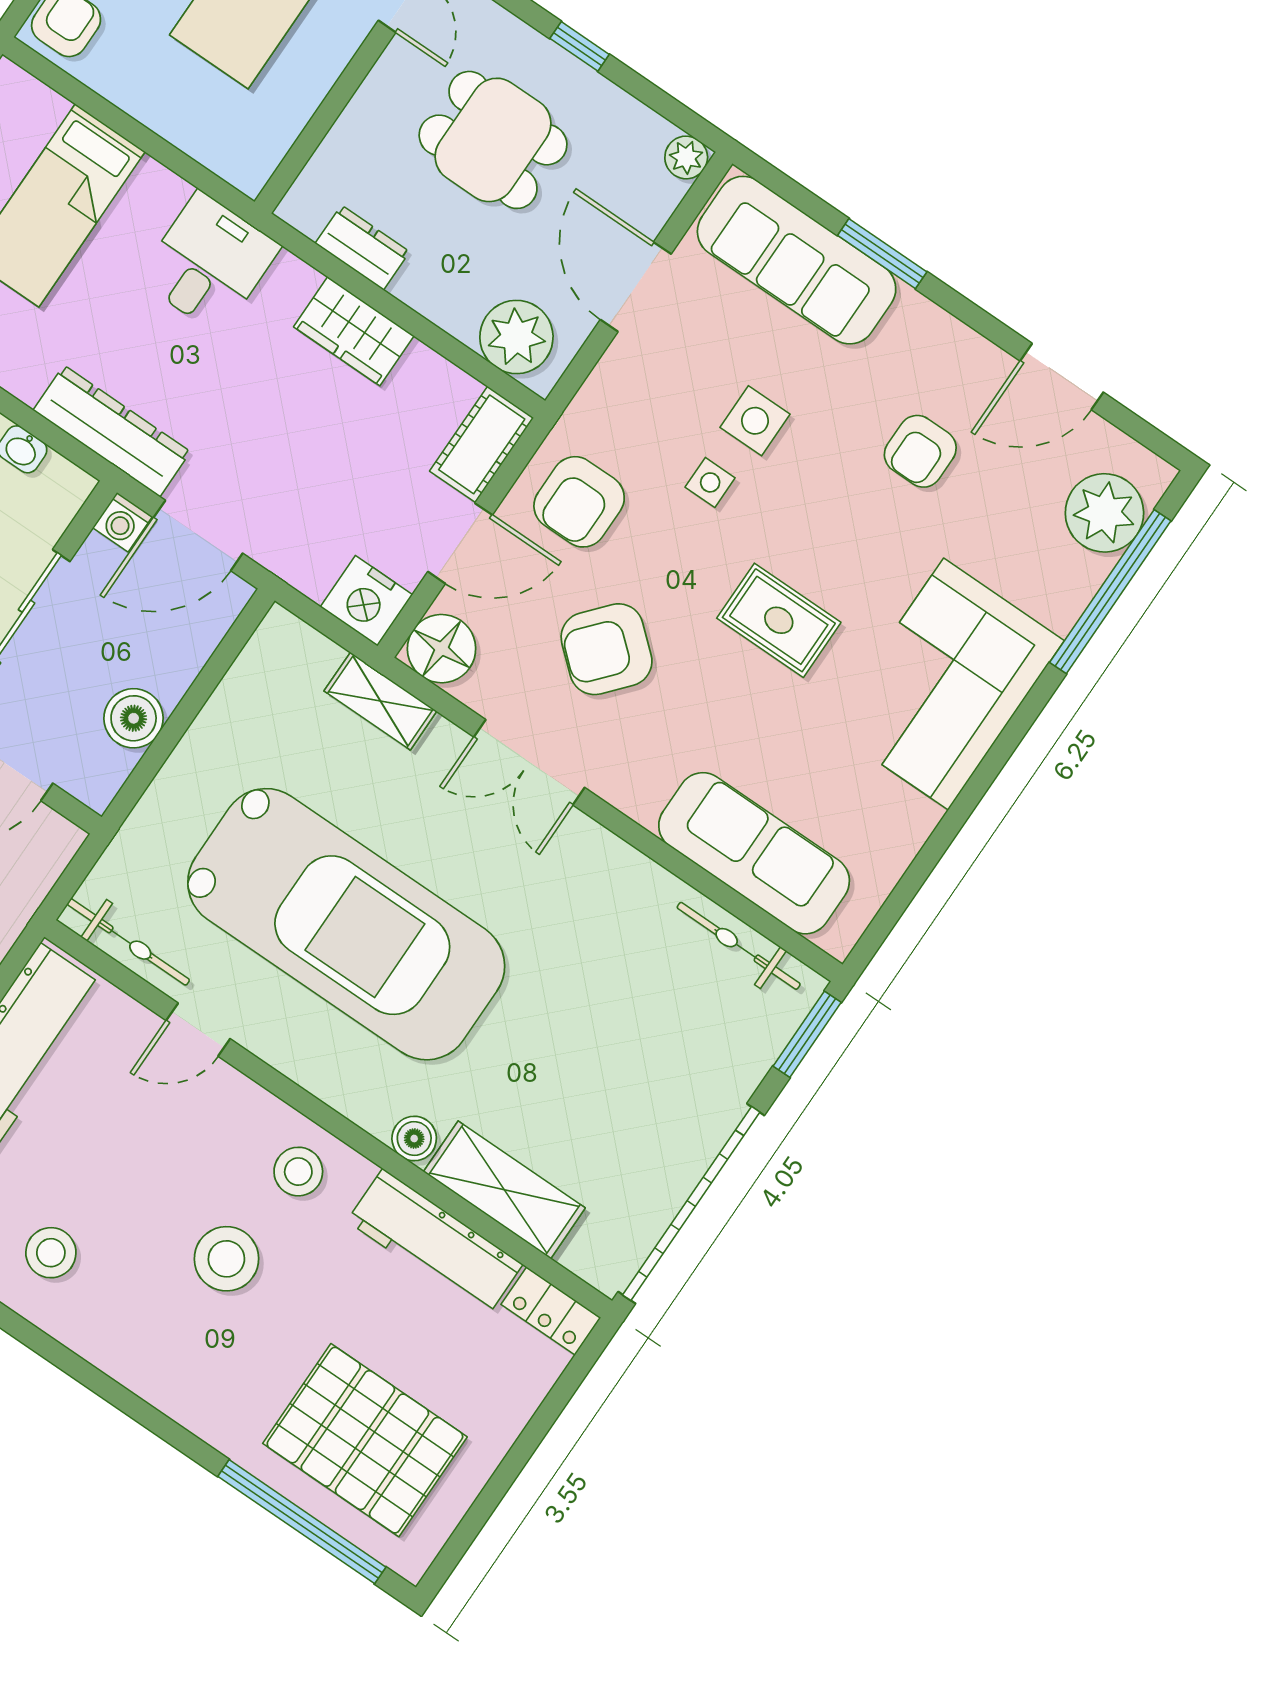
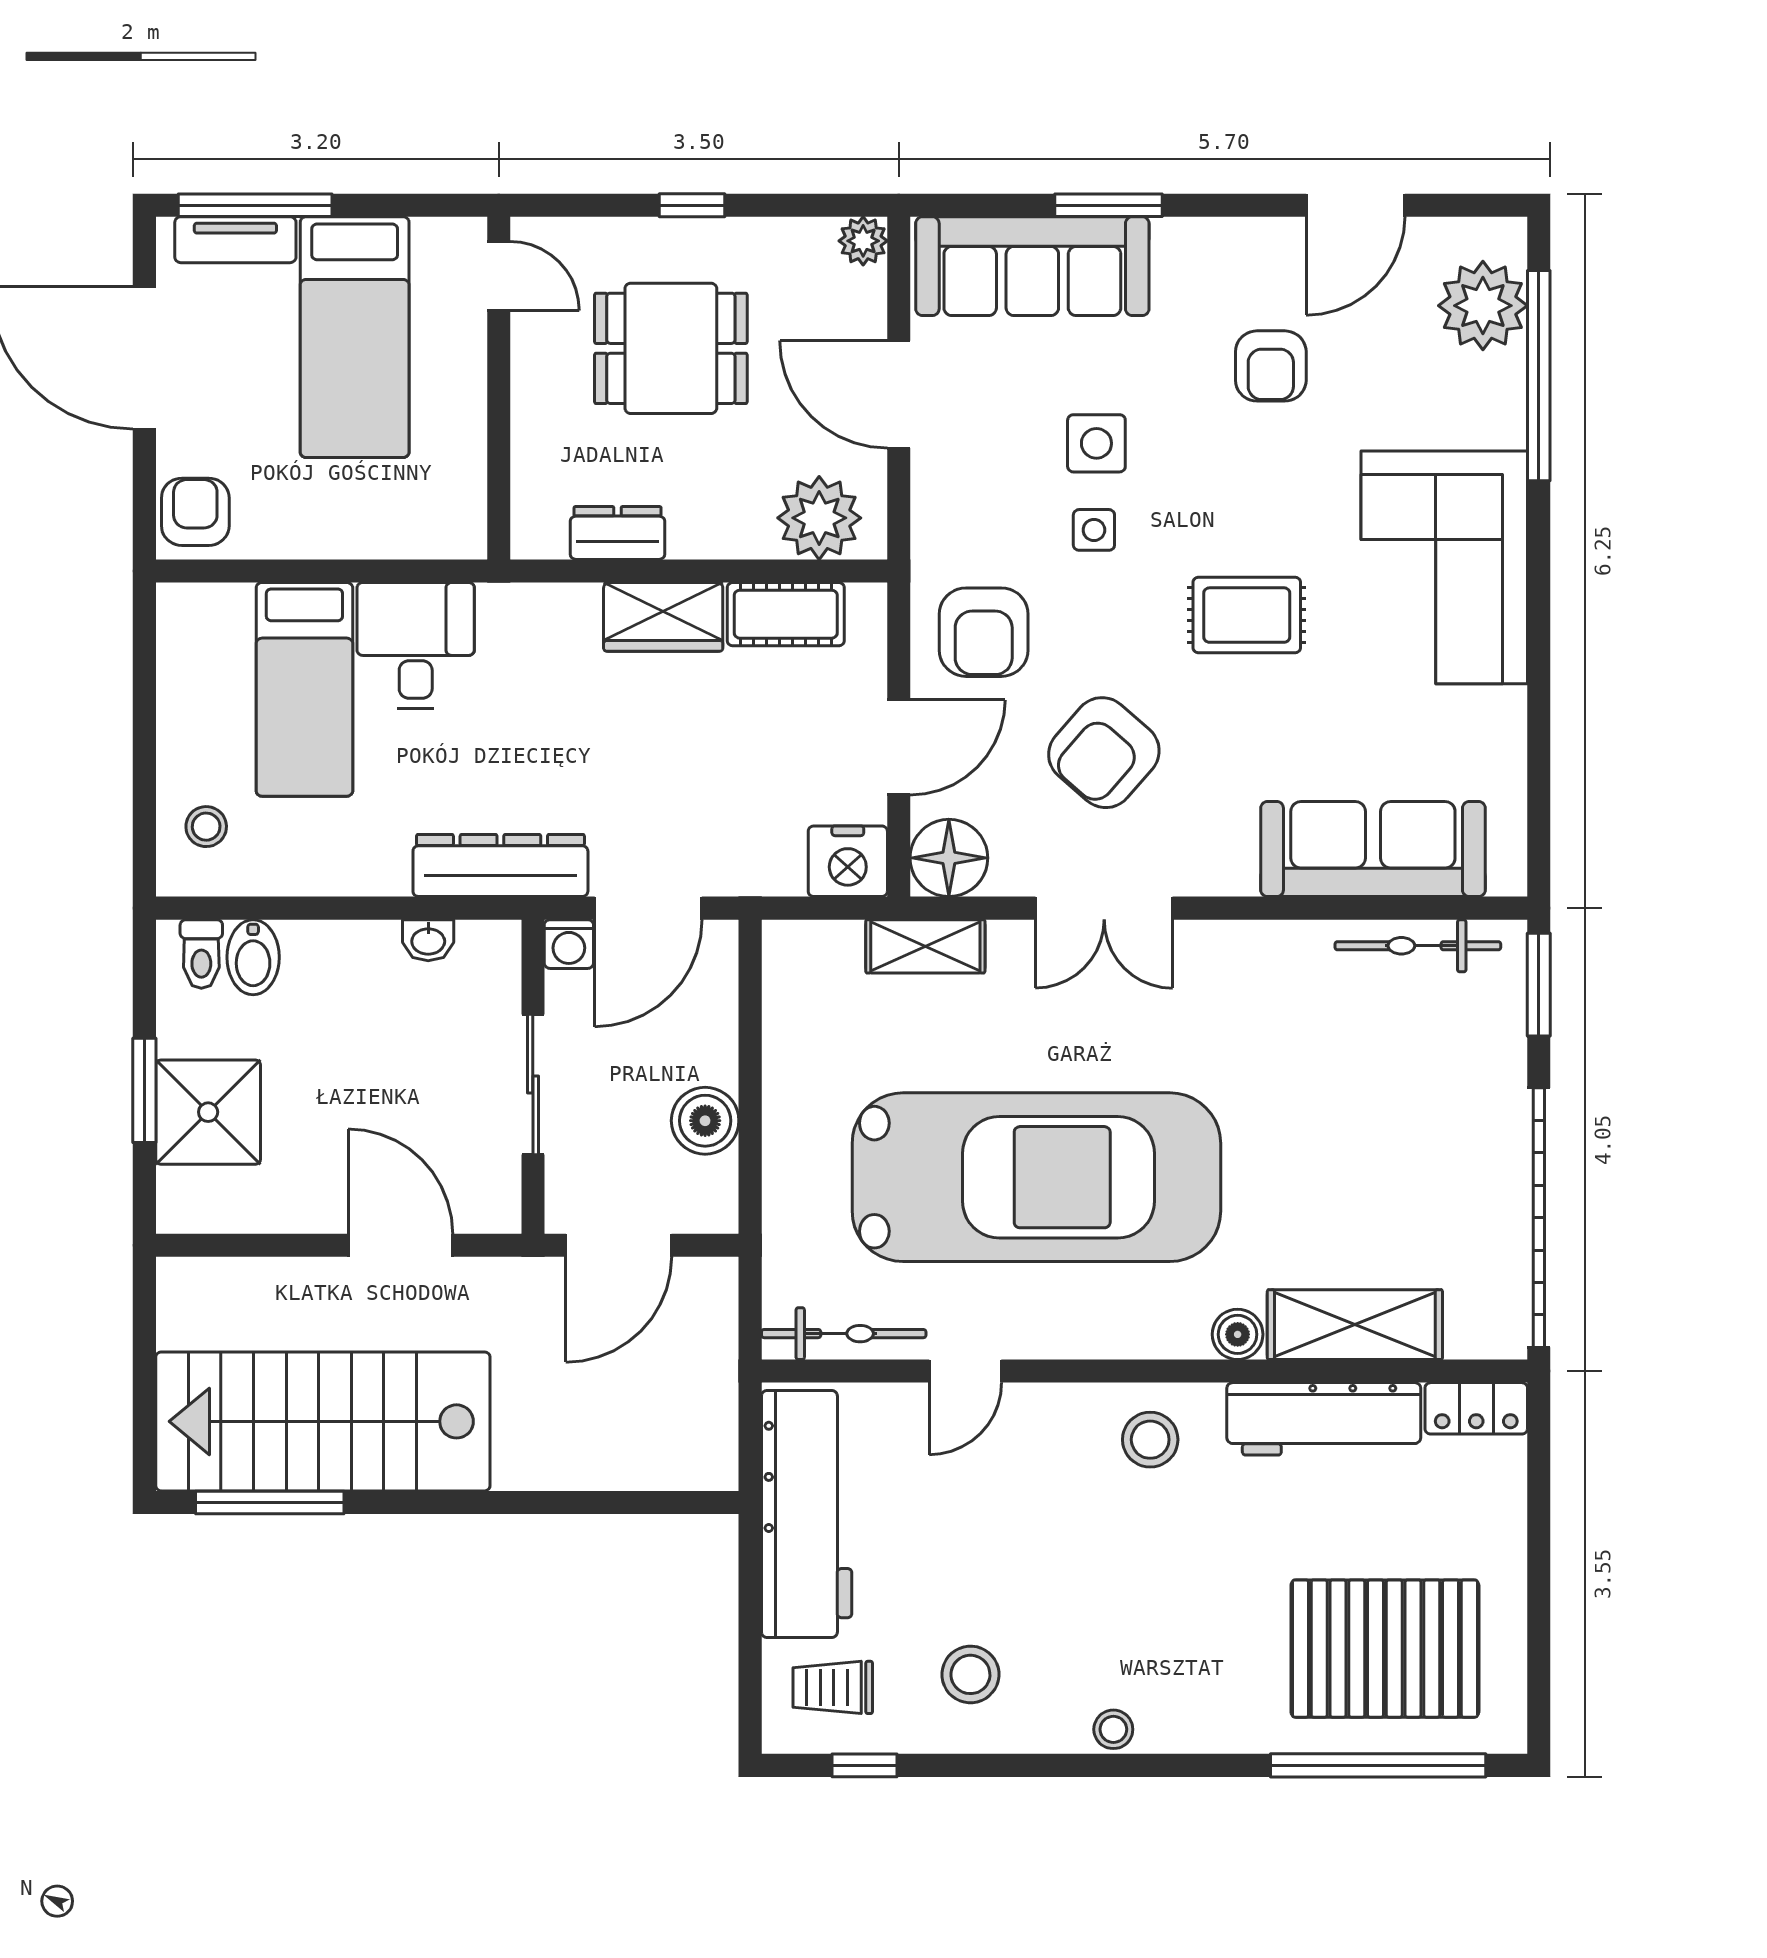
desk: (209, 263) -> (416, 645), moved
cot: (482, 444) -> (786, 614), moved, turned 90
stool: (226, 1259) -> (1113, 1729), moved, width x0.53, depth x0.53

